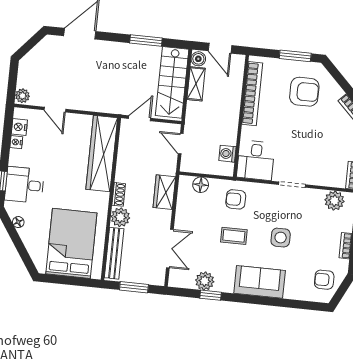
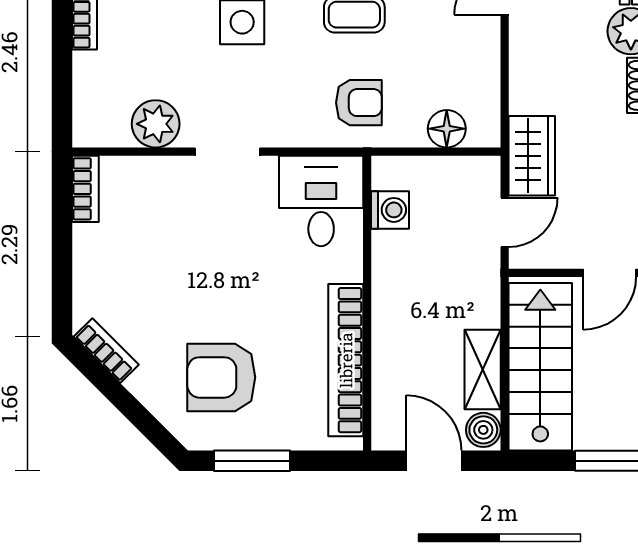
door: (181, 144) -> (505, 222), hinge flipped
wardrobe: (164, 192) -> (532, 156), moved
plant: (334, 201) -> (156, 124), moved

